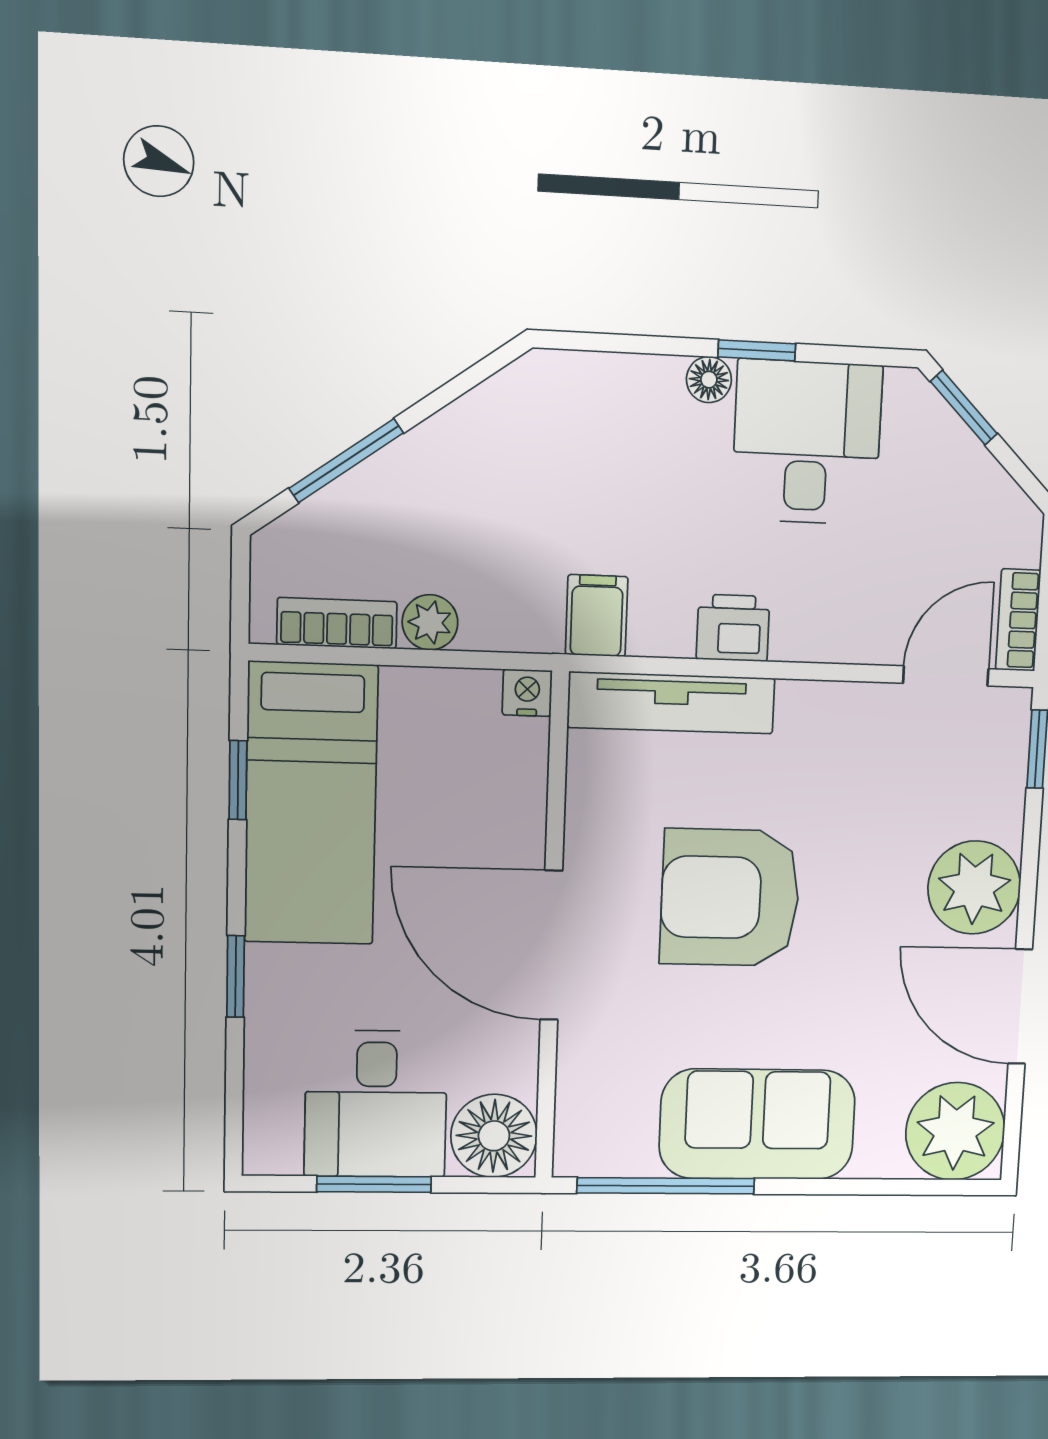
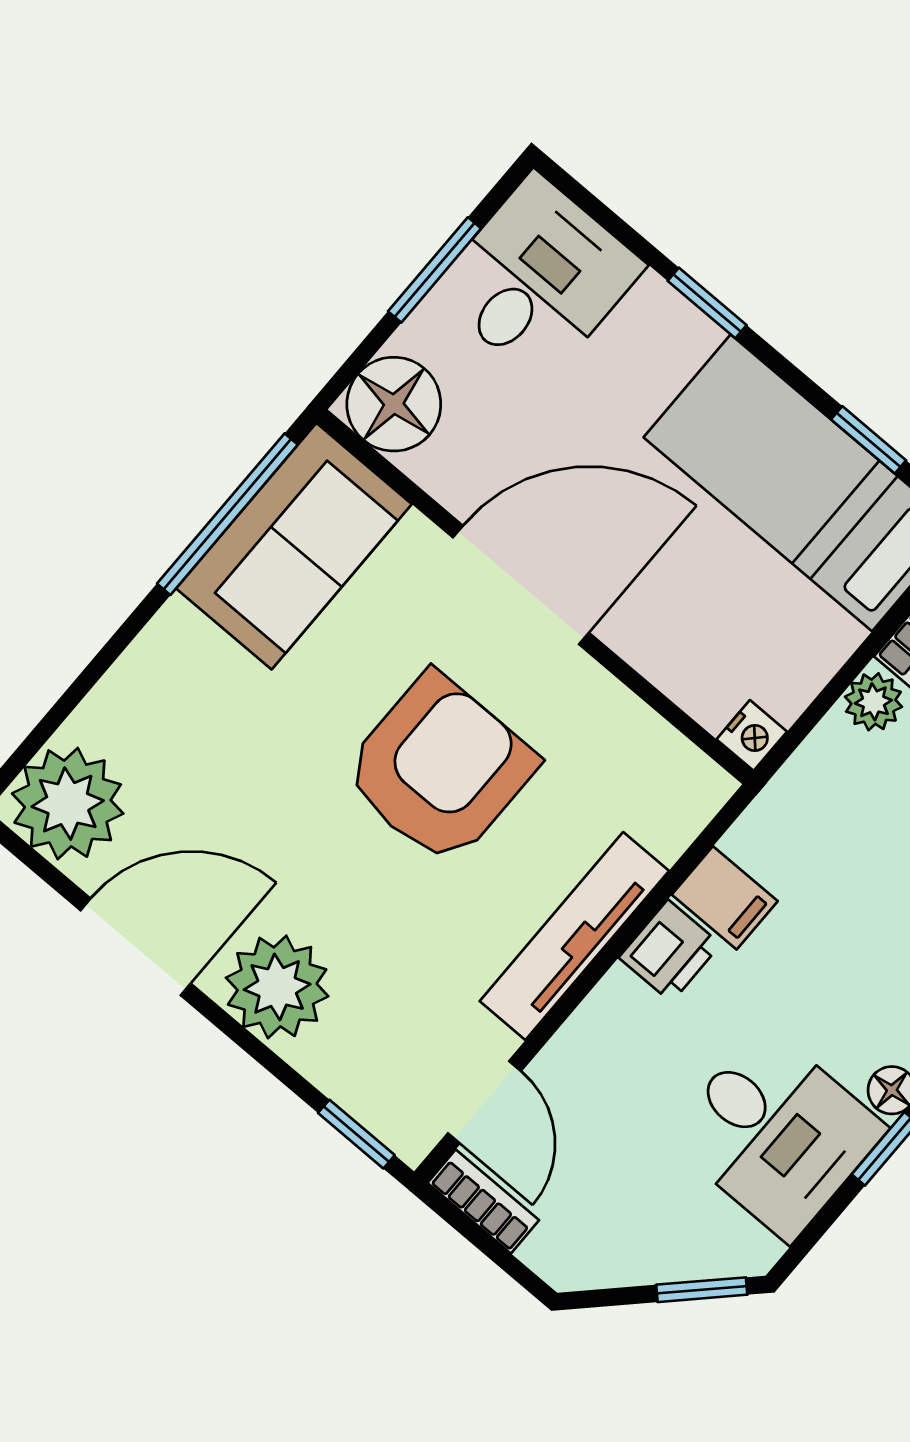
filing cabinet: (597, 616) -> (725, 898), moved
tv unit: (671, 703) -> (574, 936), moved
desk: (376, 1104) -> (538, 278), moved, turned 90
sofa: (757, 1124) -> (294, 546), moved

